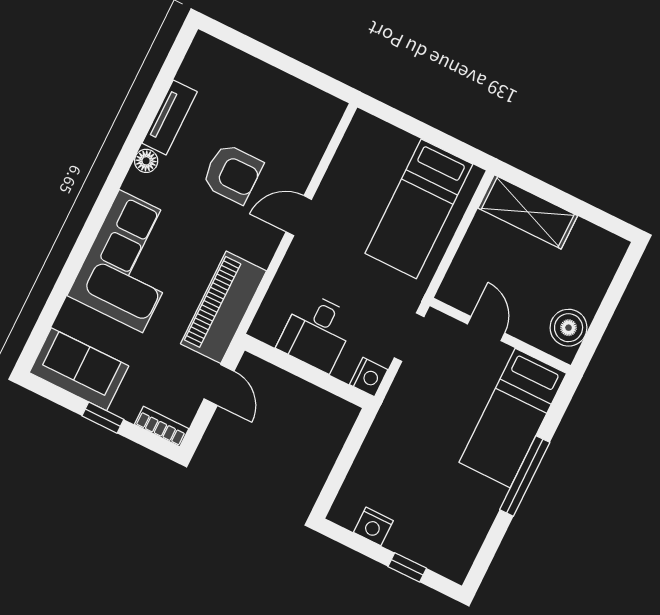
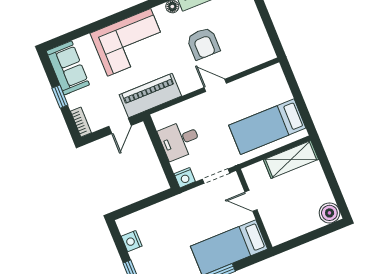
shelving: (528, 212) -> (291, 160), moved, turned 90
boiler: (569, 328) -> (329, 213), moved
door: (486, 329) -> (251, 201), swing flipped

